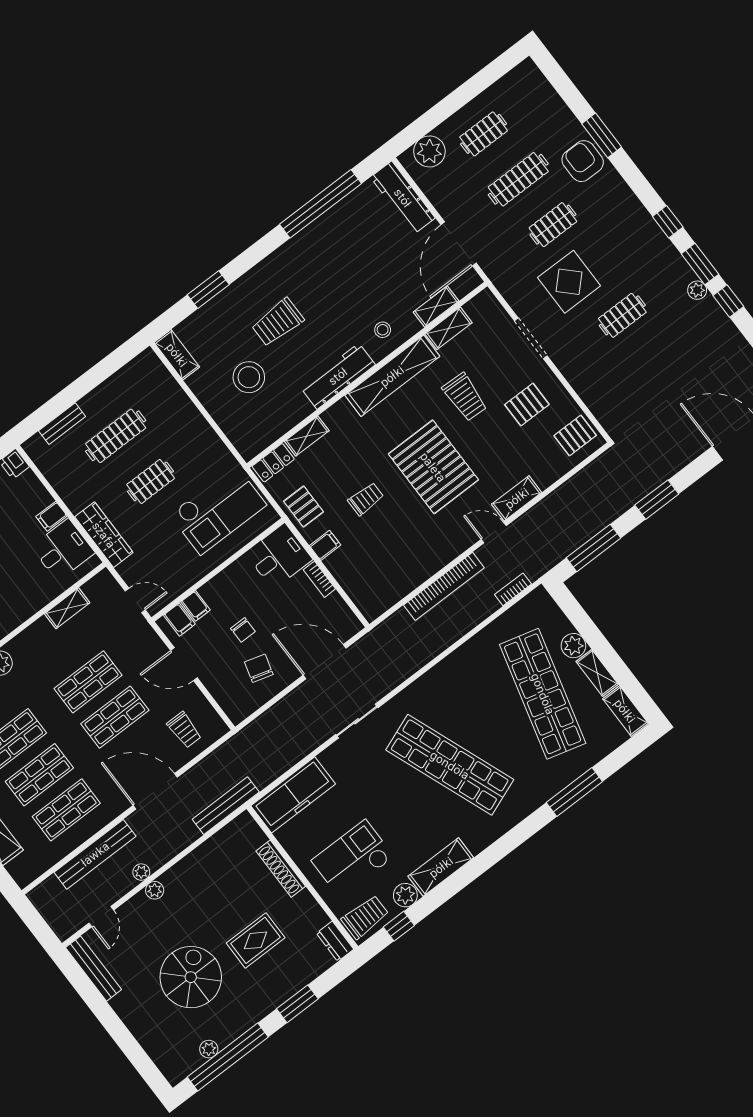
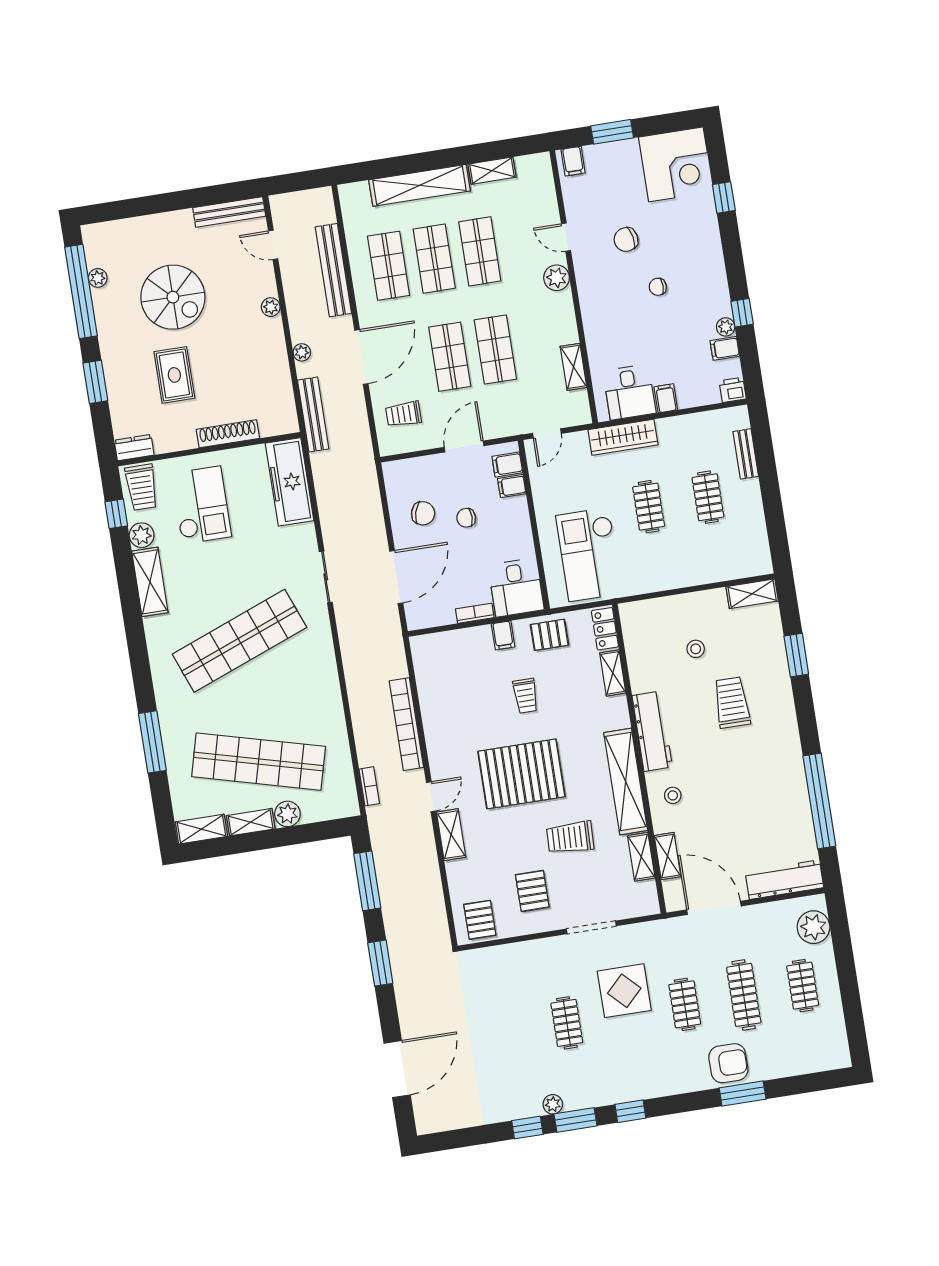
stool: (249, 377) -> (696, 649), width x0.53, depth x0.53
clothes rail: (116, 436) -> (708, 497), width x0.73
plant: (141, 872) -> (302, 352), moved

